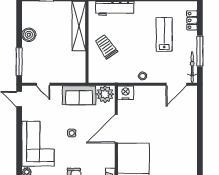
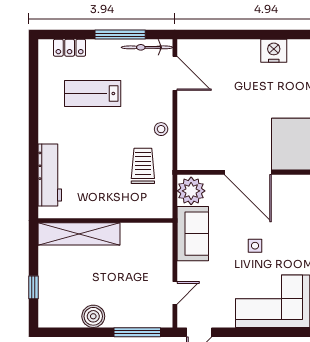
trolley: (106, 47) -> (143, 166), moved, turned 124
nightstand: (125, 93) -> (274, 51), moved, turned 90

